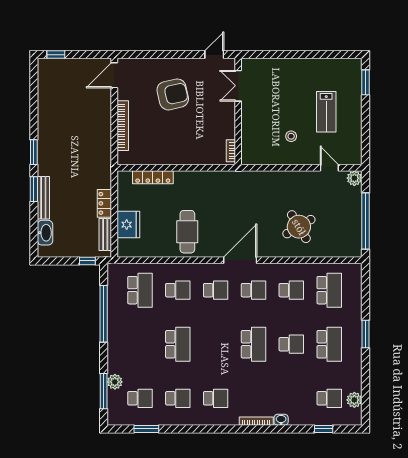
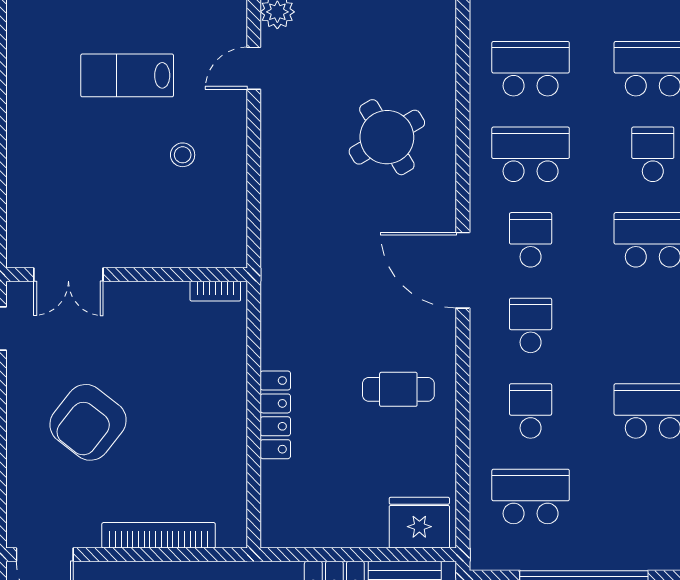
armchair: (173, 94) -> (88, 422), turned -129
lab bench: (326, 112) -> (127, 75), turned 180
locker: (153, 177) -> (275, 415), moved
fridge: (128, 225) -> (419, 523), moved
cafe table: (187, 232) -> (398, 389), width x0.73, depth x0.74
school desk: (291, 290) -> (531, 154), width x1.85

